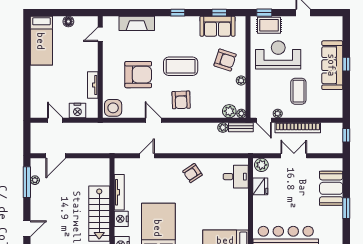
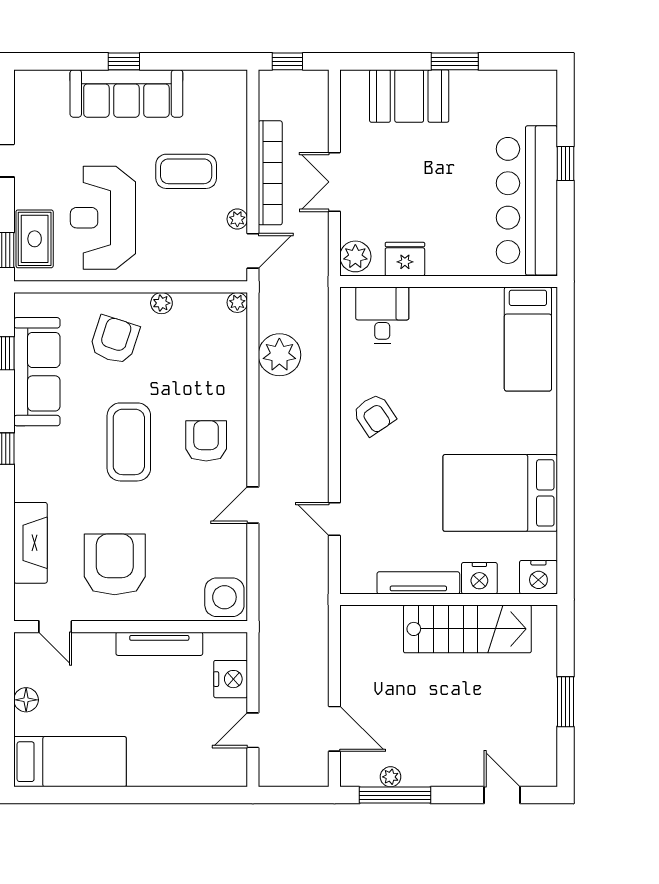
sofa: (217, 26) -> (37, 372), width x1.36
armchair: (138, 75) -> (115, 564), moved
tv unit: (93, 85) -> (159, 644), width x1.41
armchair: (181, 100) -> (206, 441), turned -88
plant: (229, 111) -> (232, 330), removed
bench: (241, 127) -> (269, 303), removed
plant: (223, 128) -> (279, 355), width x1.88, depth x1.88

